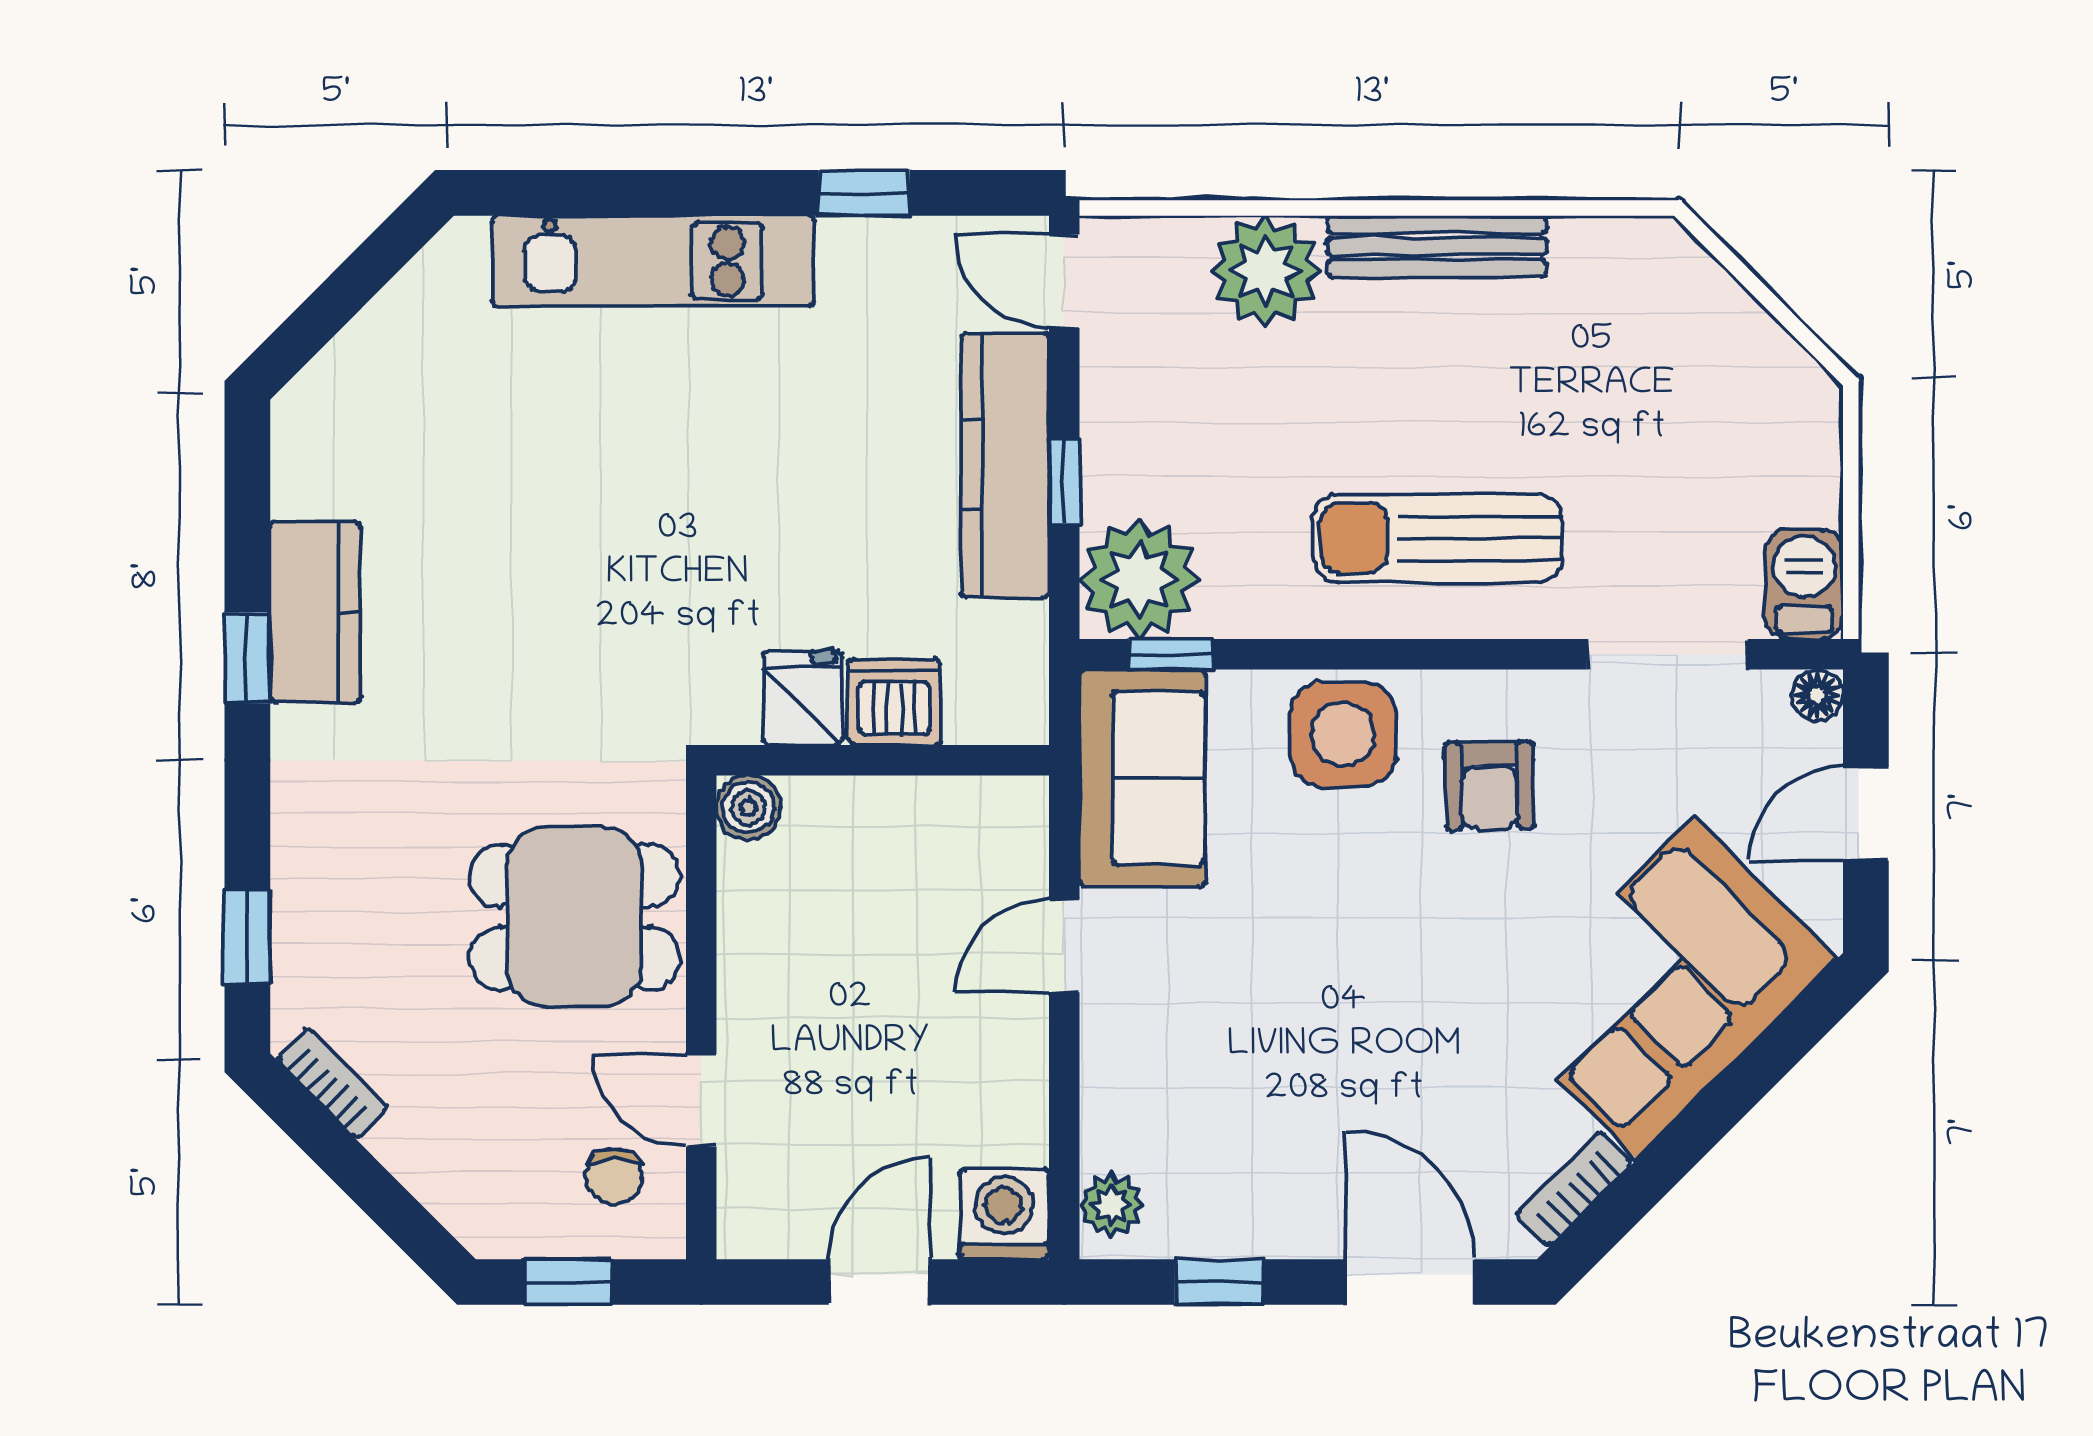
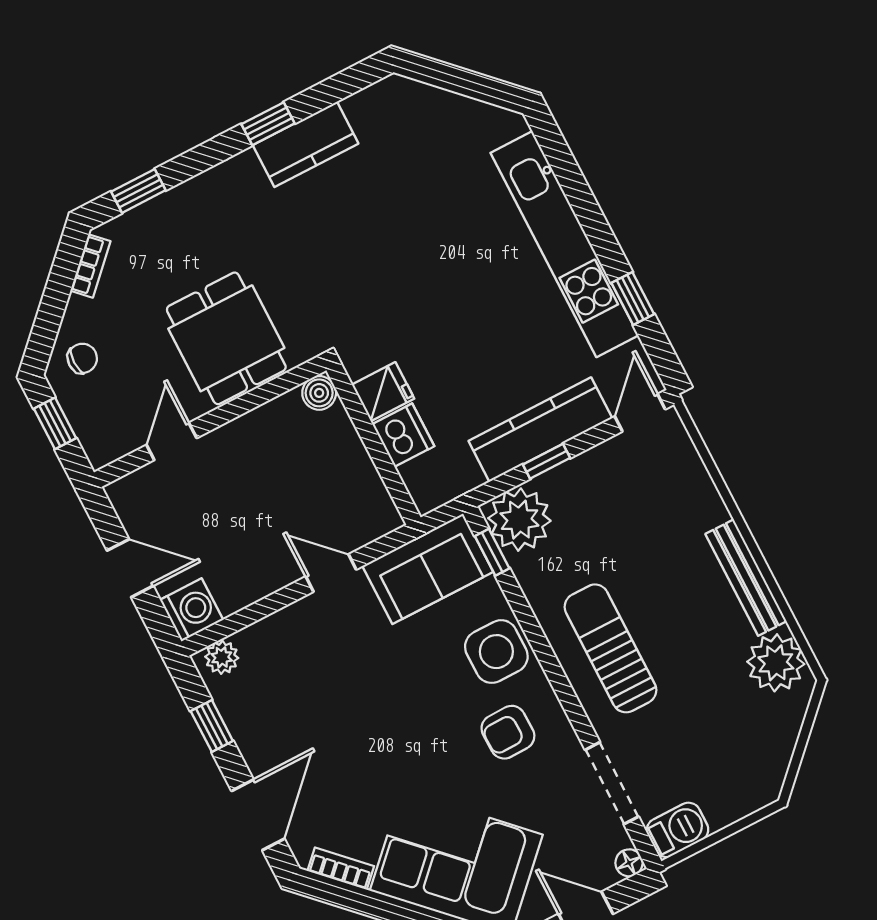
kitchen unit: (653, 261) -> (564, 244), width x1.36
plant: (1266, 271) -> (776, 663), moved
chair: (614, 1176) -> (82, 358), moved, turned 180

